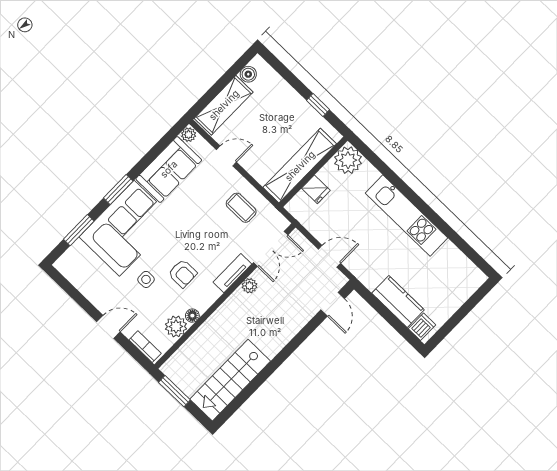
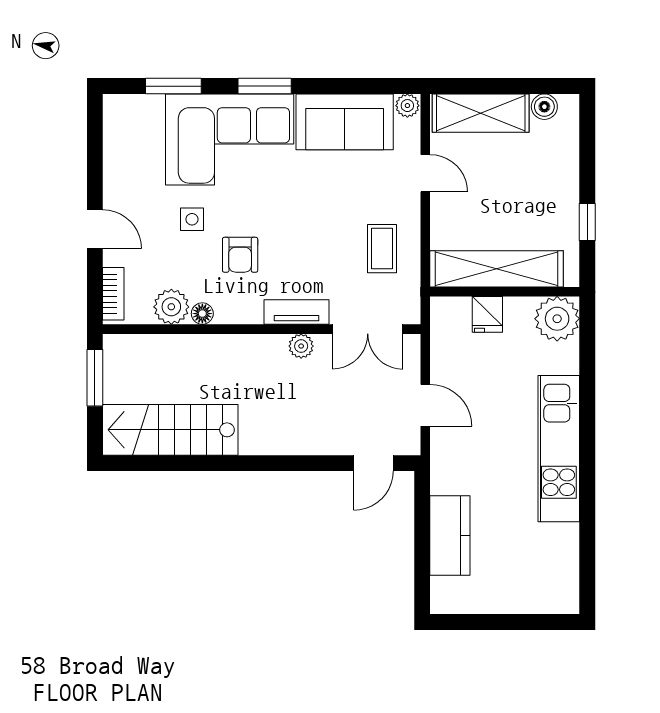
dishwasher: (422, 327) -> (448, 592), removed

